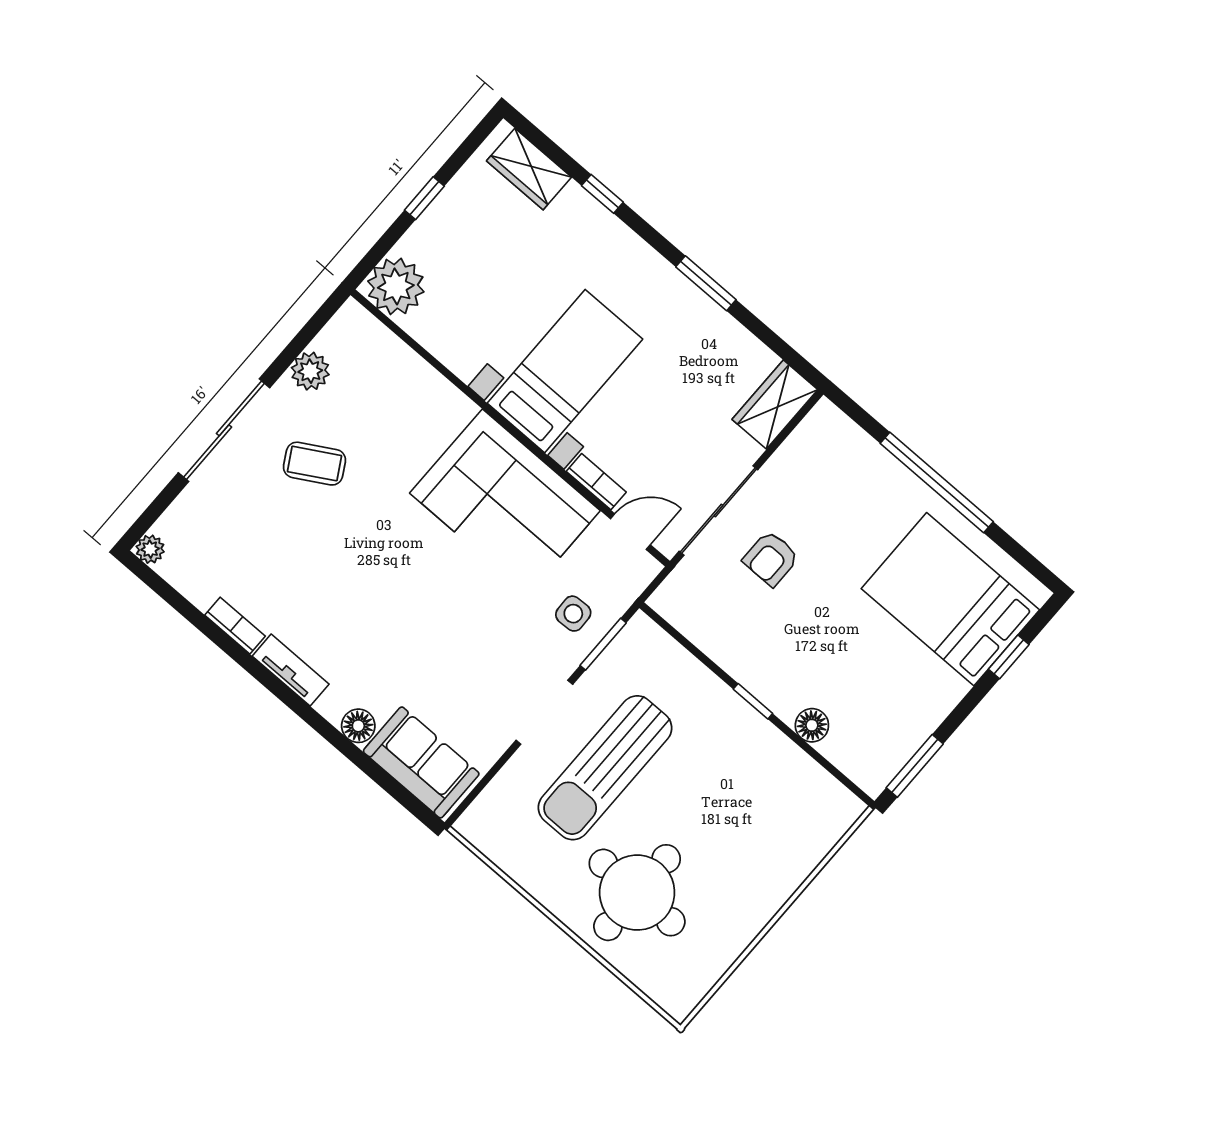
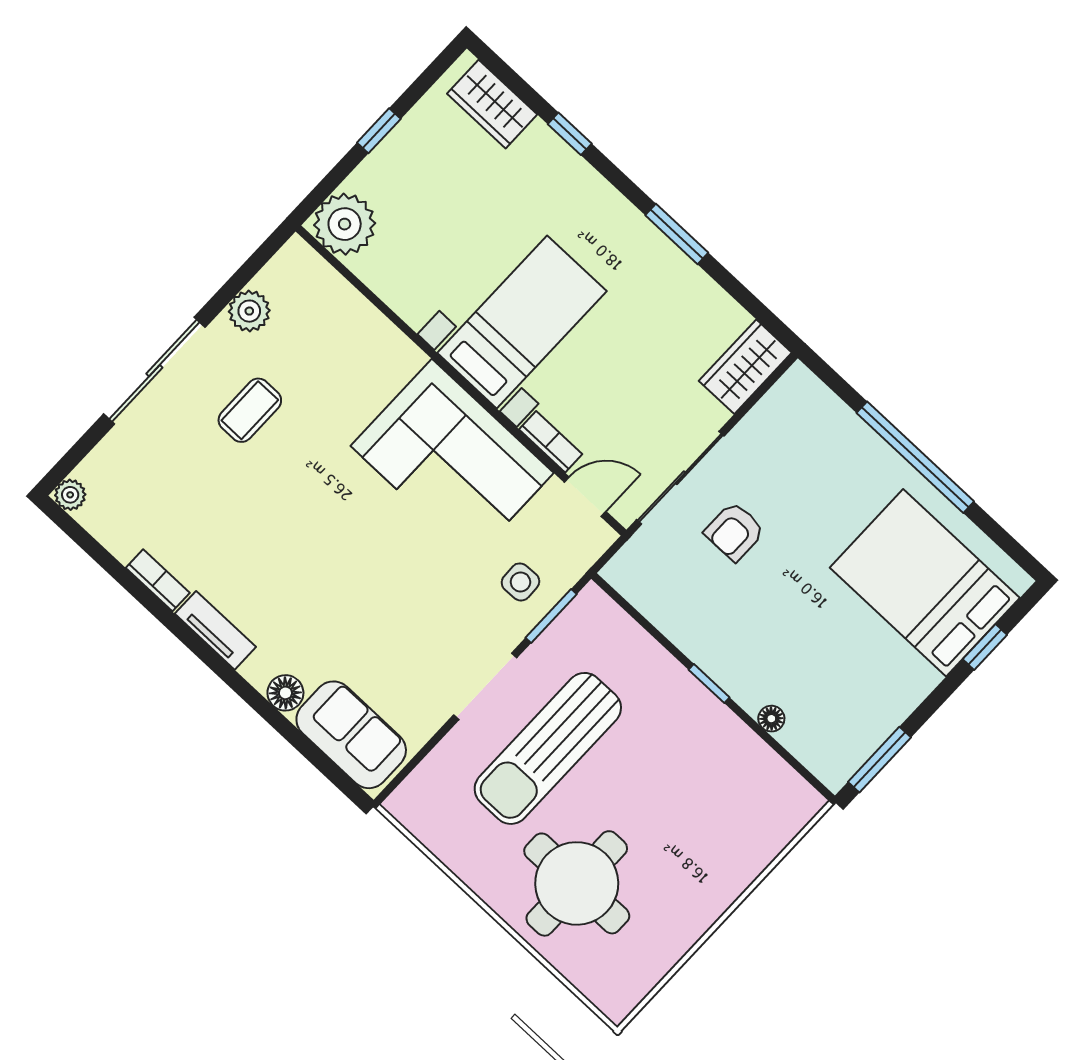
coffee table: (315, 464) -> (250, 410), turned -60
floor lamp: (812, 725) -> (771, 719), width x0.73, depth x0.73

